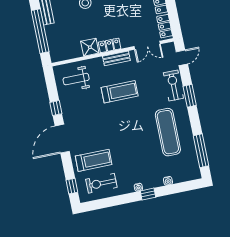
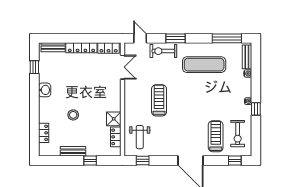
window: (40, 31) -> (90, 160), width x0.32
locker: (110, 45) -> (116, 137), moved
bench: (116, 58) -> (247, 57), moved
window: (56, 108) -> (143, 160), moved
window: (148, 194) -> (256, 109), moved

